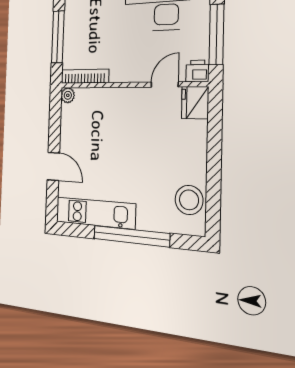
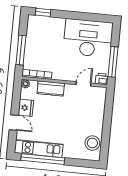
kitchen counter: (109, 99) -> (51, 88), added
fridge: (195, 103) -> (26, 108), moved, turned 180
window: (131, 236) -> (43, 159), moved

